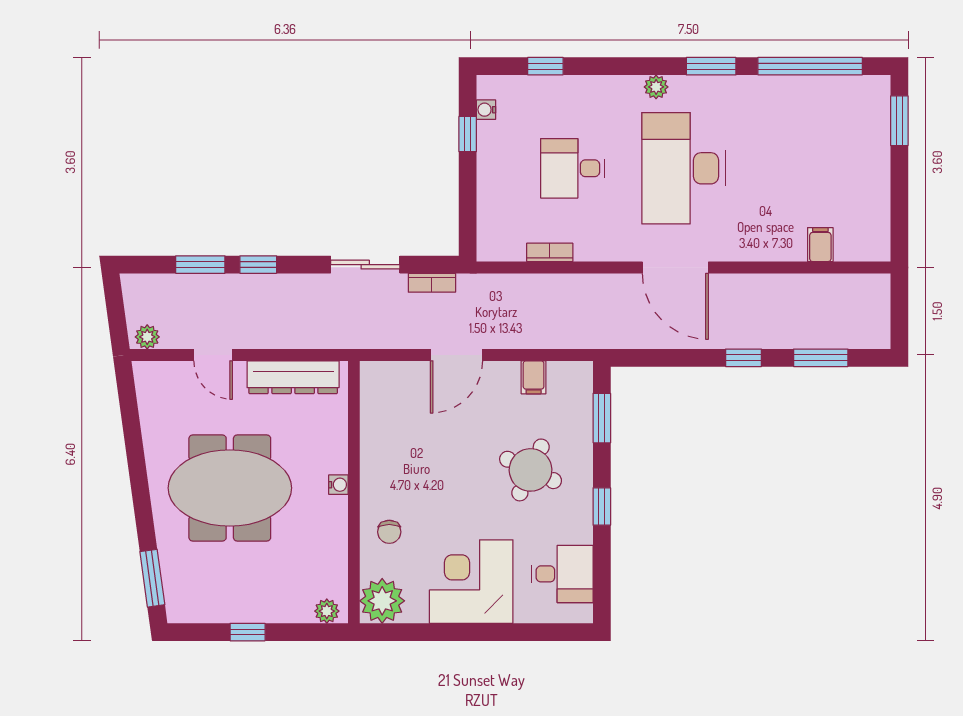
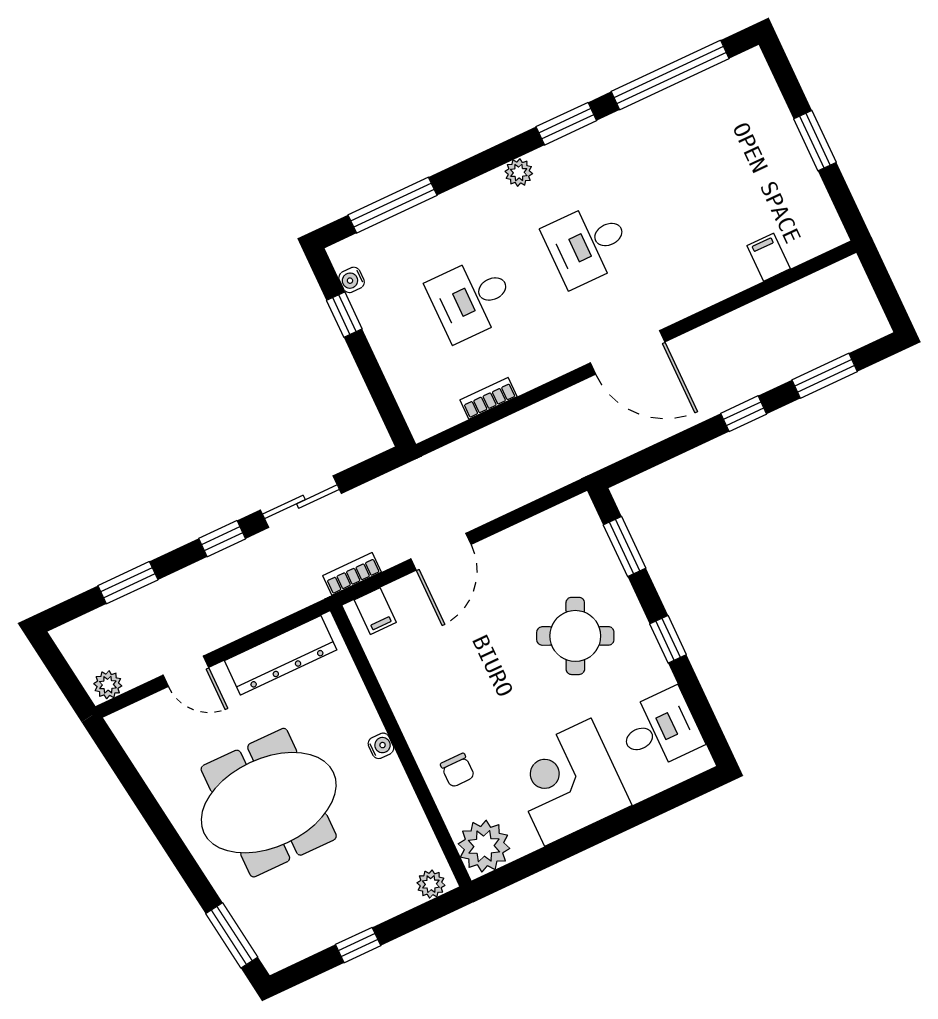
window: (545, 66) -> (392, 205), width x2.17
window: (899, 121) -> (815, 141), moved
desk: (683, 168) -> (587, 244), width x0.53, depth x0.77
window: (258, 265) -> (222, 539), moved
bookcase: (432, 283) -> (352, 574), moved, turned 180
filing cabinet: (534, 377) -> (375, 611), moved

